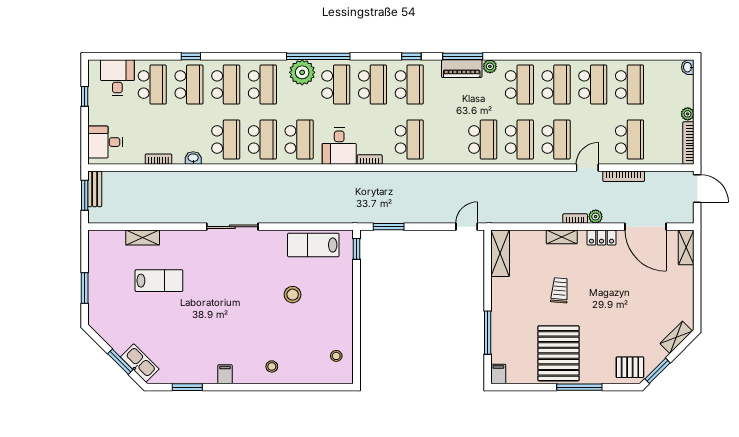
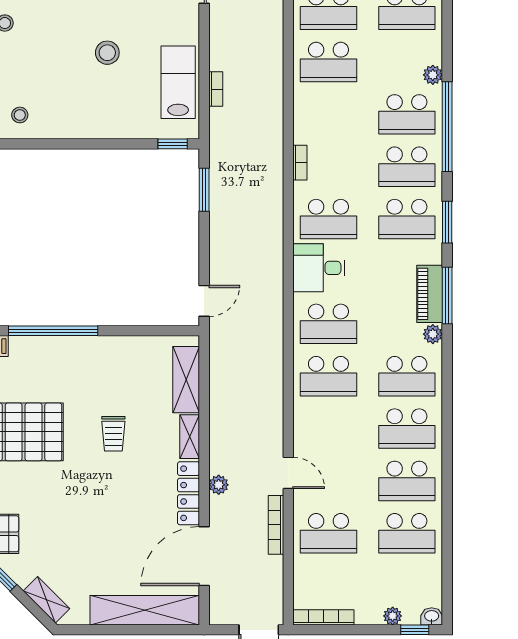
window: (318, 56) -> (447, 127), moved
window: (411, 56) -> (447, 222), width x1.50
plant: (302, 72) -> (433, 75), width x0.53, depth x0.53
window: (697, 79) -> (415, 630), added
plant: (688, 114) -> (393, 616), moved
school desk: (556, 140) -> (328, 429), removed
desk: (339, 146) -> (319, 268), moved
bookcase: (575, 219) -> (216, 89), moved
door: (467, 227) -> (204, 301), hinge flipped
locker: (601, 238) -> (189, 493), width x1.53
shelving: (686, 247) -> (145, 610), width x2.20, depth x1.33
shelving: (500, 253) -> (186, 380), moved, turned 90
trolley: (560, 290) -> (113, 434), turned 85
window: (488, 333) -> (53, 331), width x1.46

